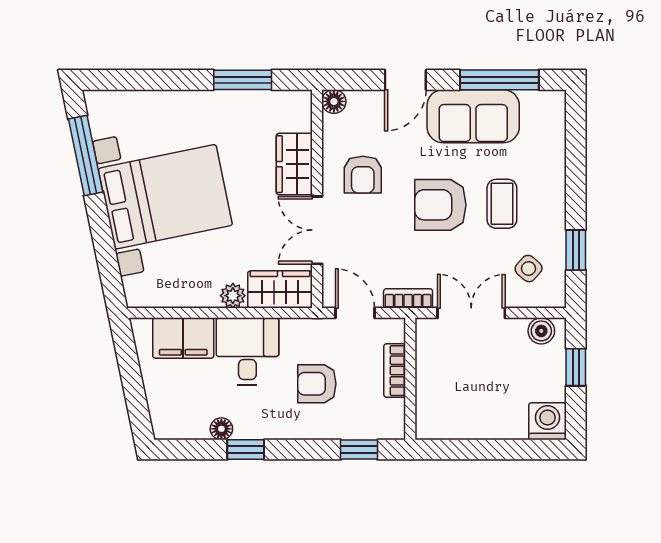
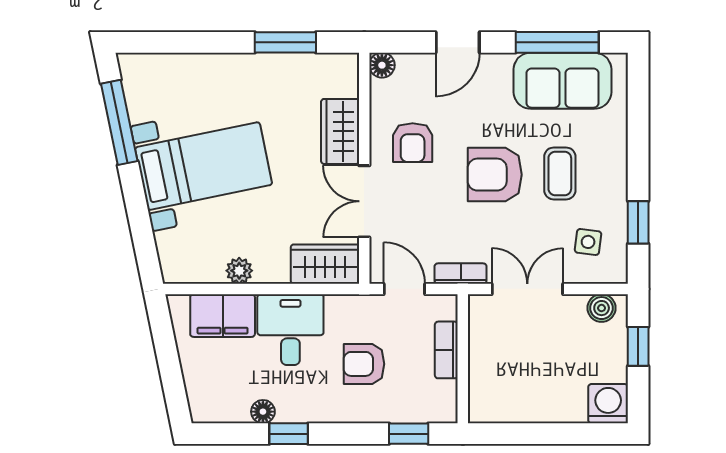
sofa: (473, 116) -> (563, 81), moved
bed with nightstands: (165, 197) -> (204, 166), width x0.73
side table: (529, 269) -> (588, 242), turned -34
plant: (233, 296) -> (239, 271), moved

